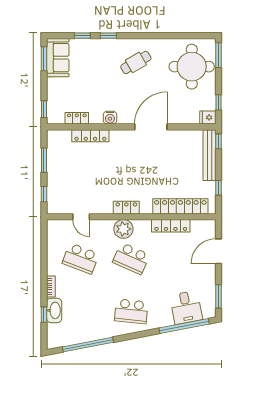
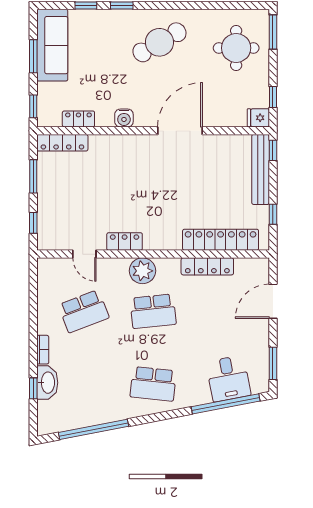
sofa: (58, 58) -> (52, 45), width x1.36
window: (44, 59) -> (33, 56), moved
cafe table: (136, 62) -> (159, 42), width x1.37, depth x1.35
round table: (192, 67) -> (236, 48), width x0.73, depth x0.73
locker: (90, 136) -> (62, 143), moved
locker: (126, 208) -> (125, 242), moved
school desk: (81, 258) -> (84, 311), turned -42
school desk: (131, 258) -> (153, 311), turned -30

